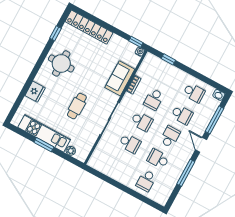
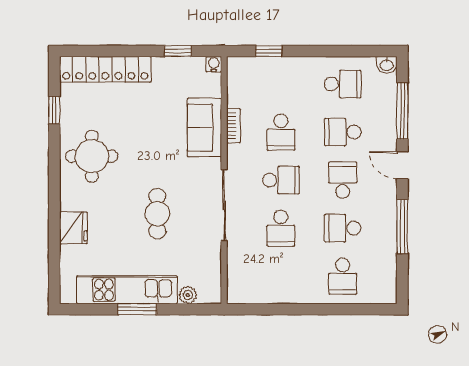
window: (136, 42) -> (178, 51), moved
school desk: (182, 115) -> (343, 132), turned 180
school desk: (130, 143) -> (281, 228), turned 90

